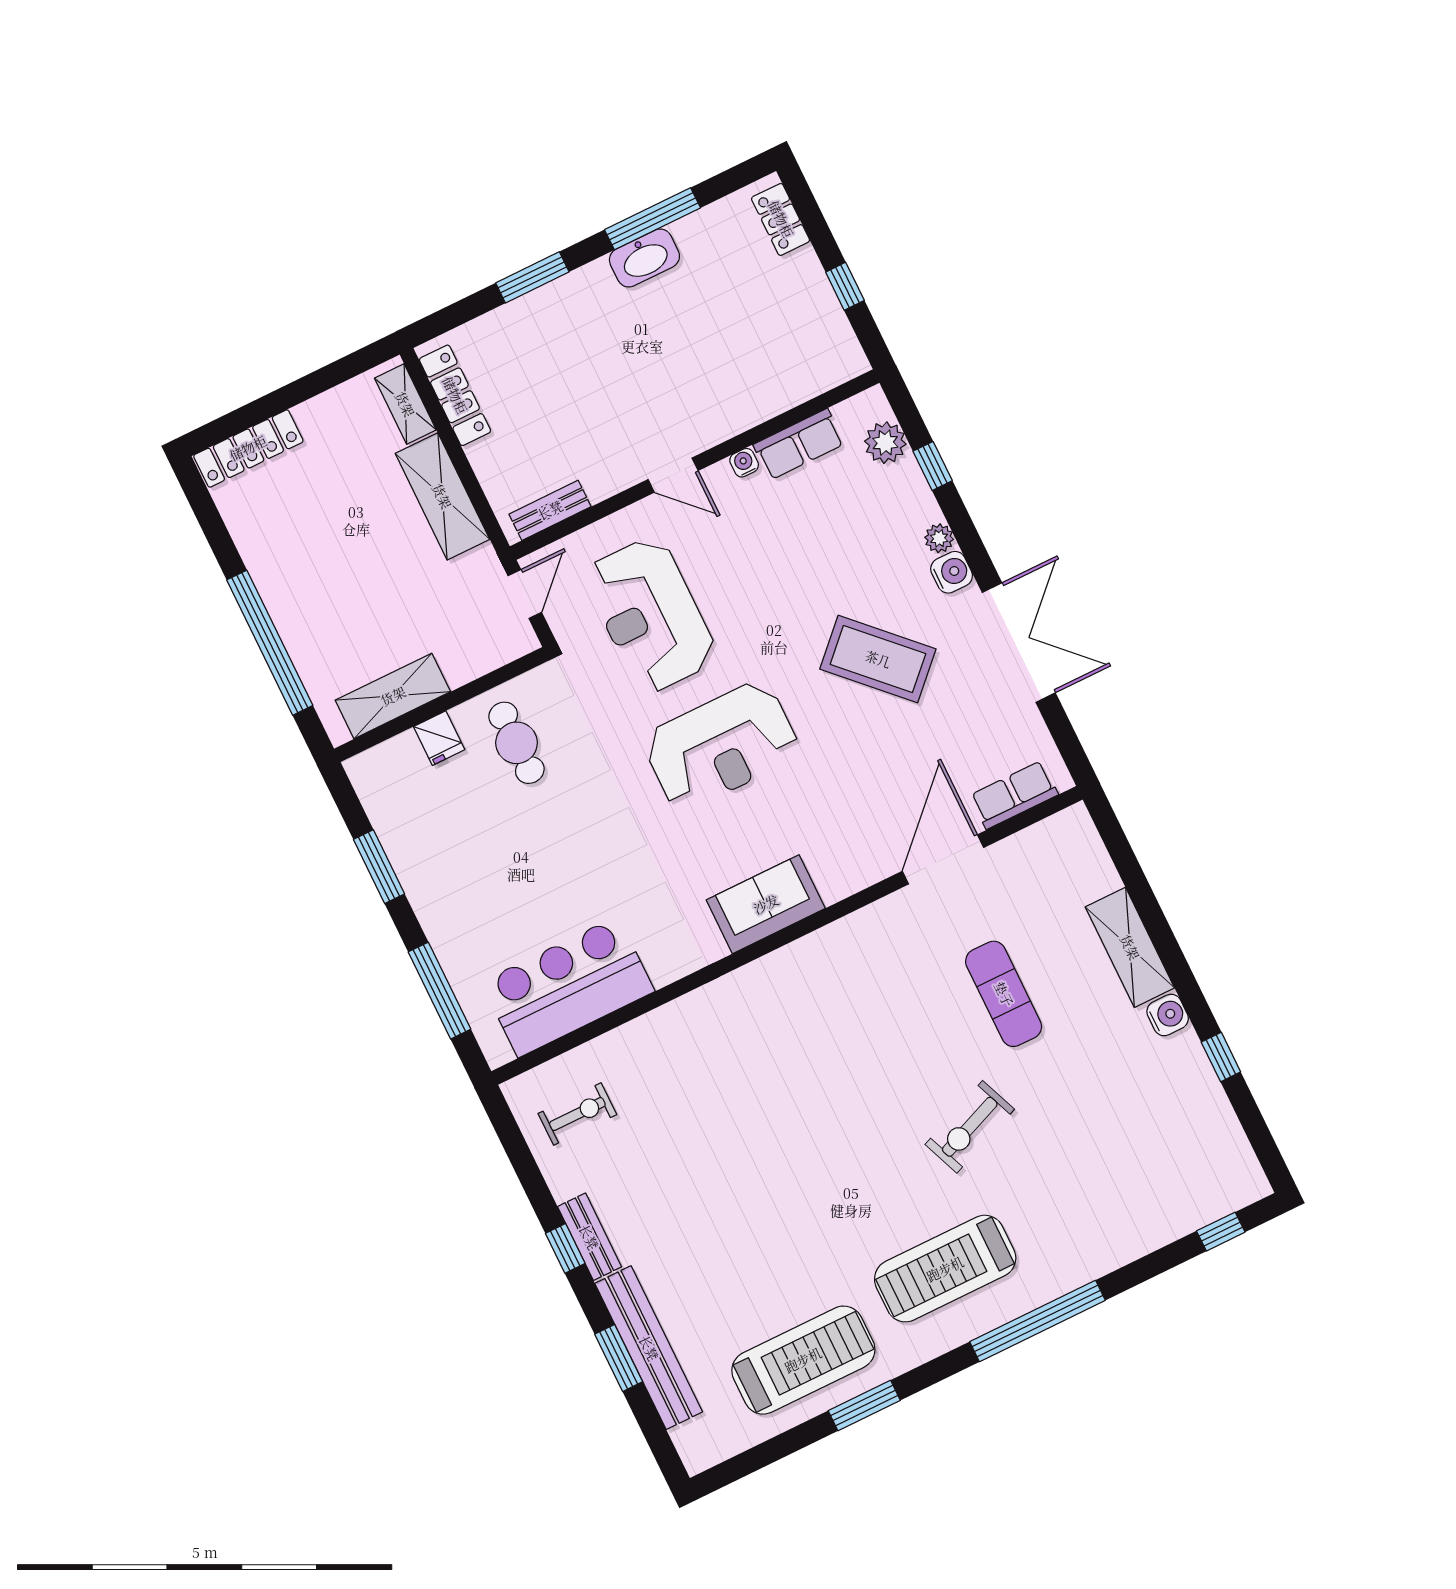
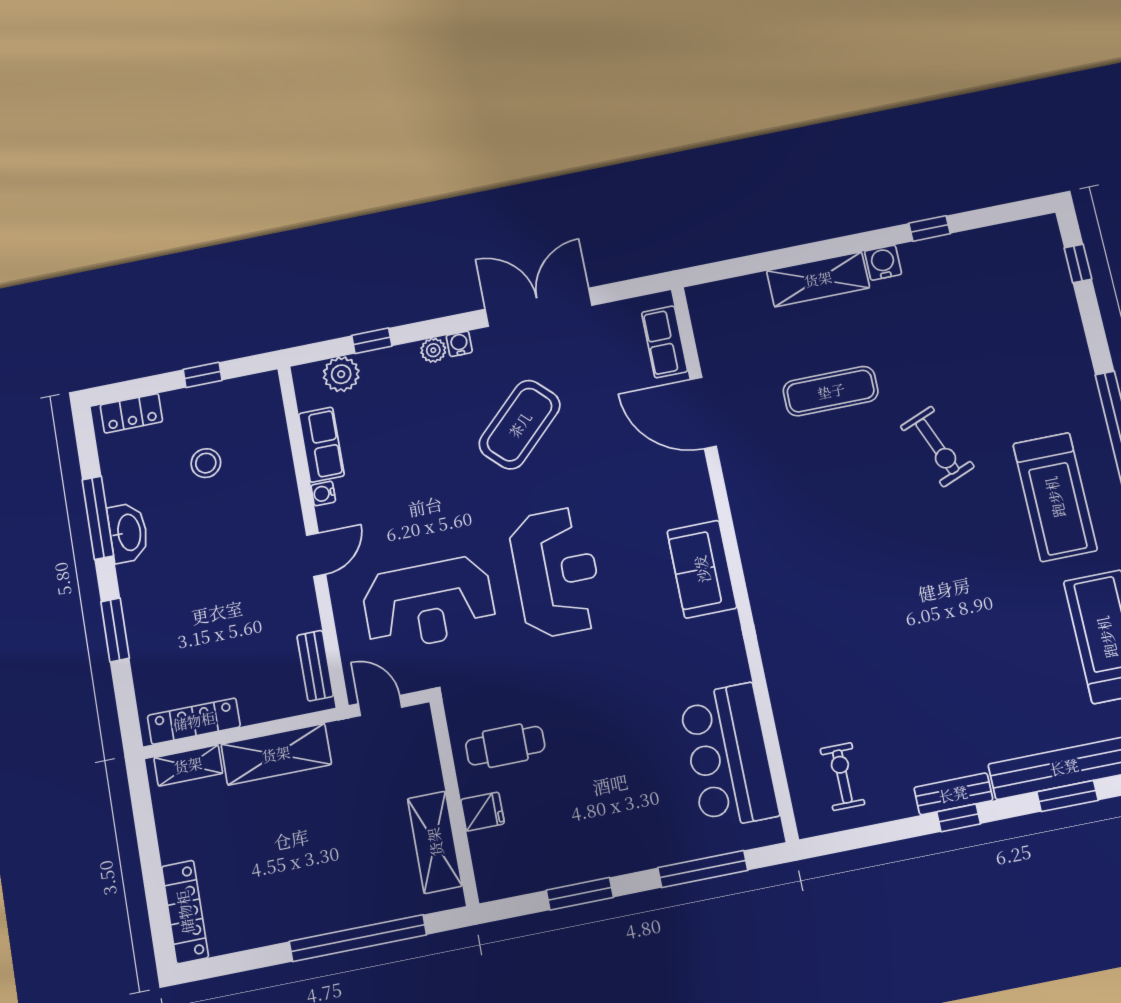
stool: (745, 321) -> (206, 463), added
water cooler: (952, 572) -> (459, 344), width x0.72, depth x0.72

